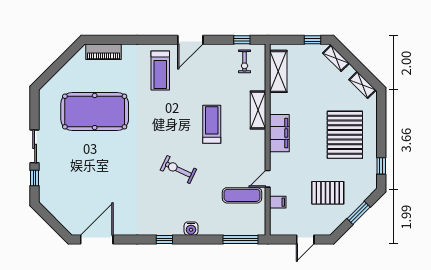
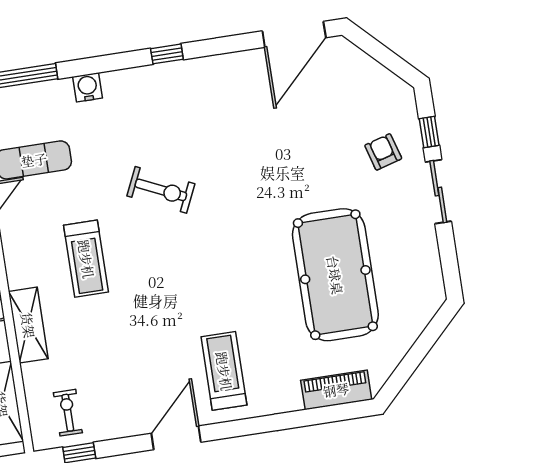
pool table: (95, 112) -> (335, 275), turned 90
treadmill: (212, 124) -> (86, 259), moved
armchair: (60, 171) -> (383, 152), added
water cooler: (191, 229) -> (88, 87), moved

